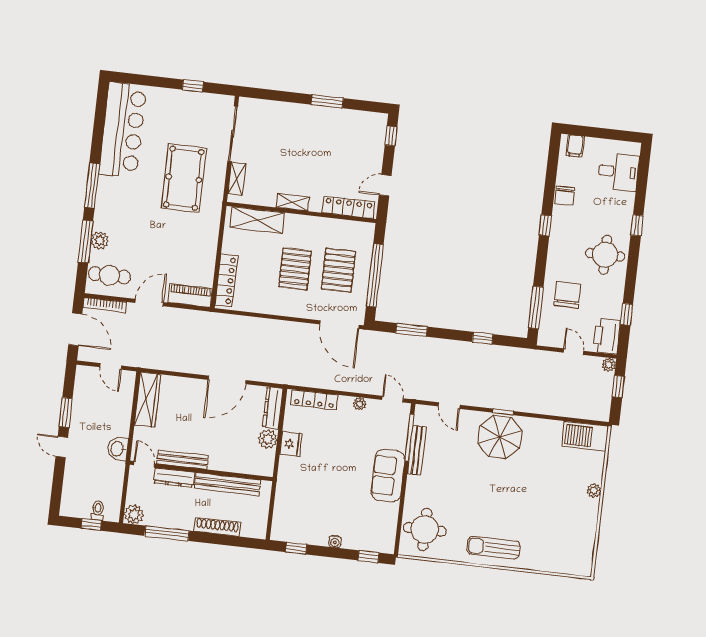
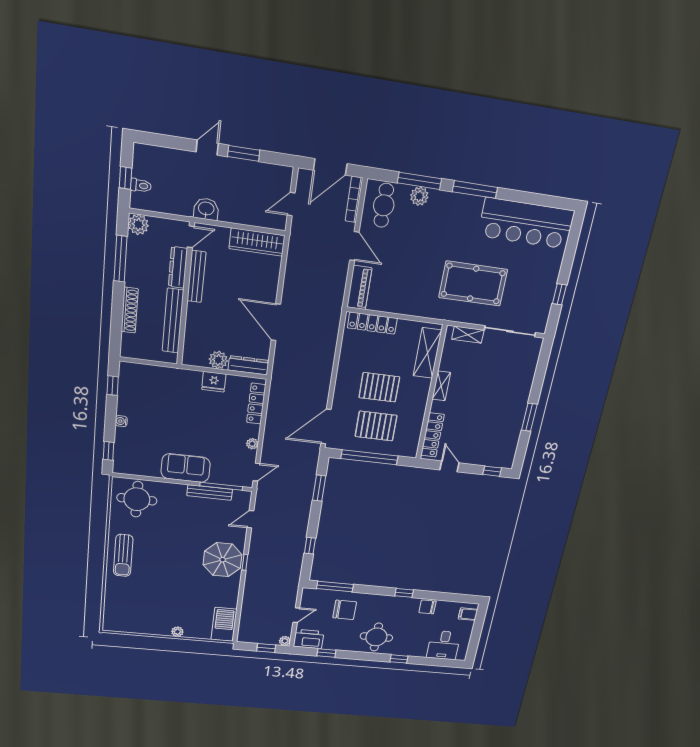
sun lounger: (493, 548) -> (123, 555), turned 180

